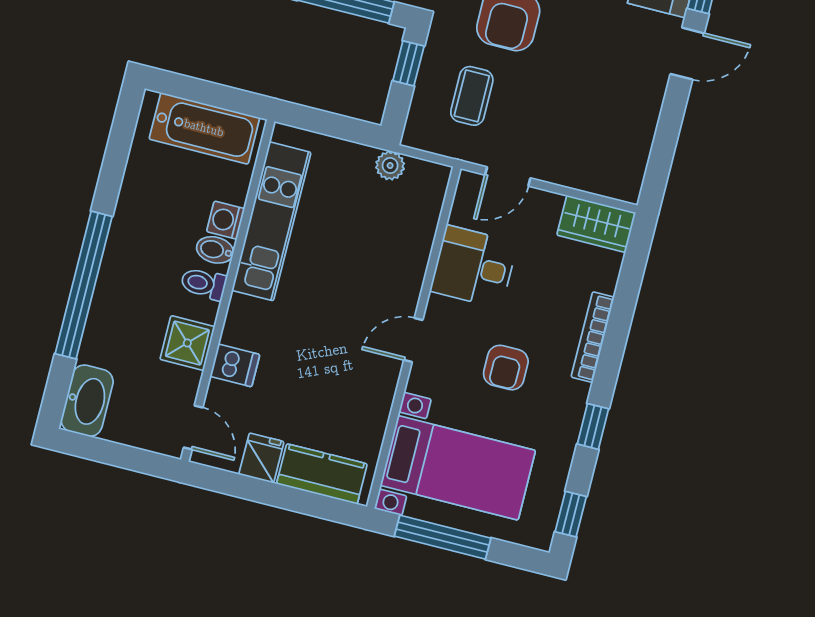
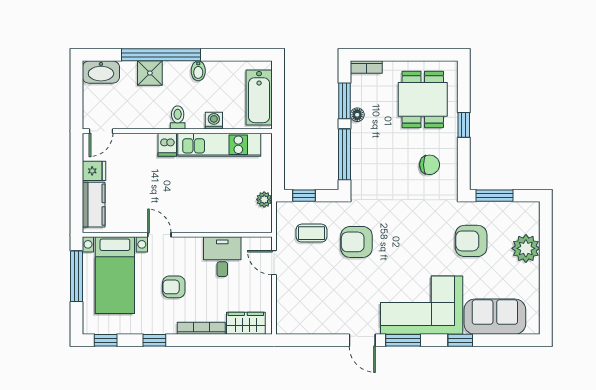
window: (408, 63) -> (304, 196), moved
wardrobe: (596, 224) -> (246, 323), moved, turned 90
bidet: (215, 250) -> (198, 71), moved, turned 180
door: (413, 340) -> (159, 235), moved
shower: (187, 343) -> (150, 73), moved
dishwasher: (235, 365) -> (167, 145), moved

